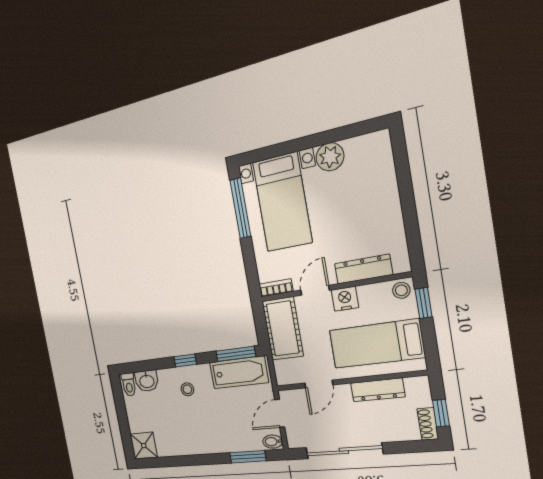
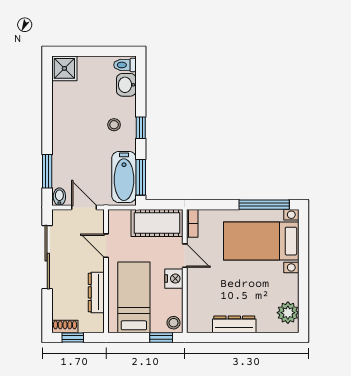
plant: (330, 157) -> (288, 313), moved
dresser: (363, 269) -> (234, 324), moved, turned -90

